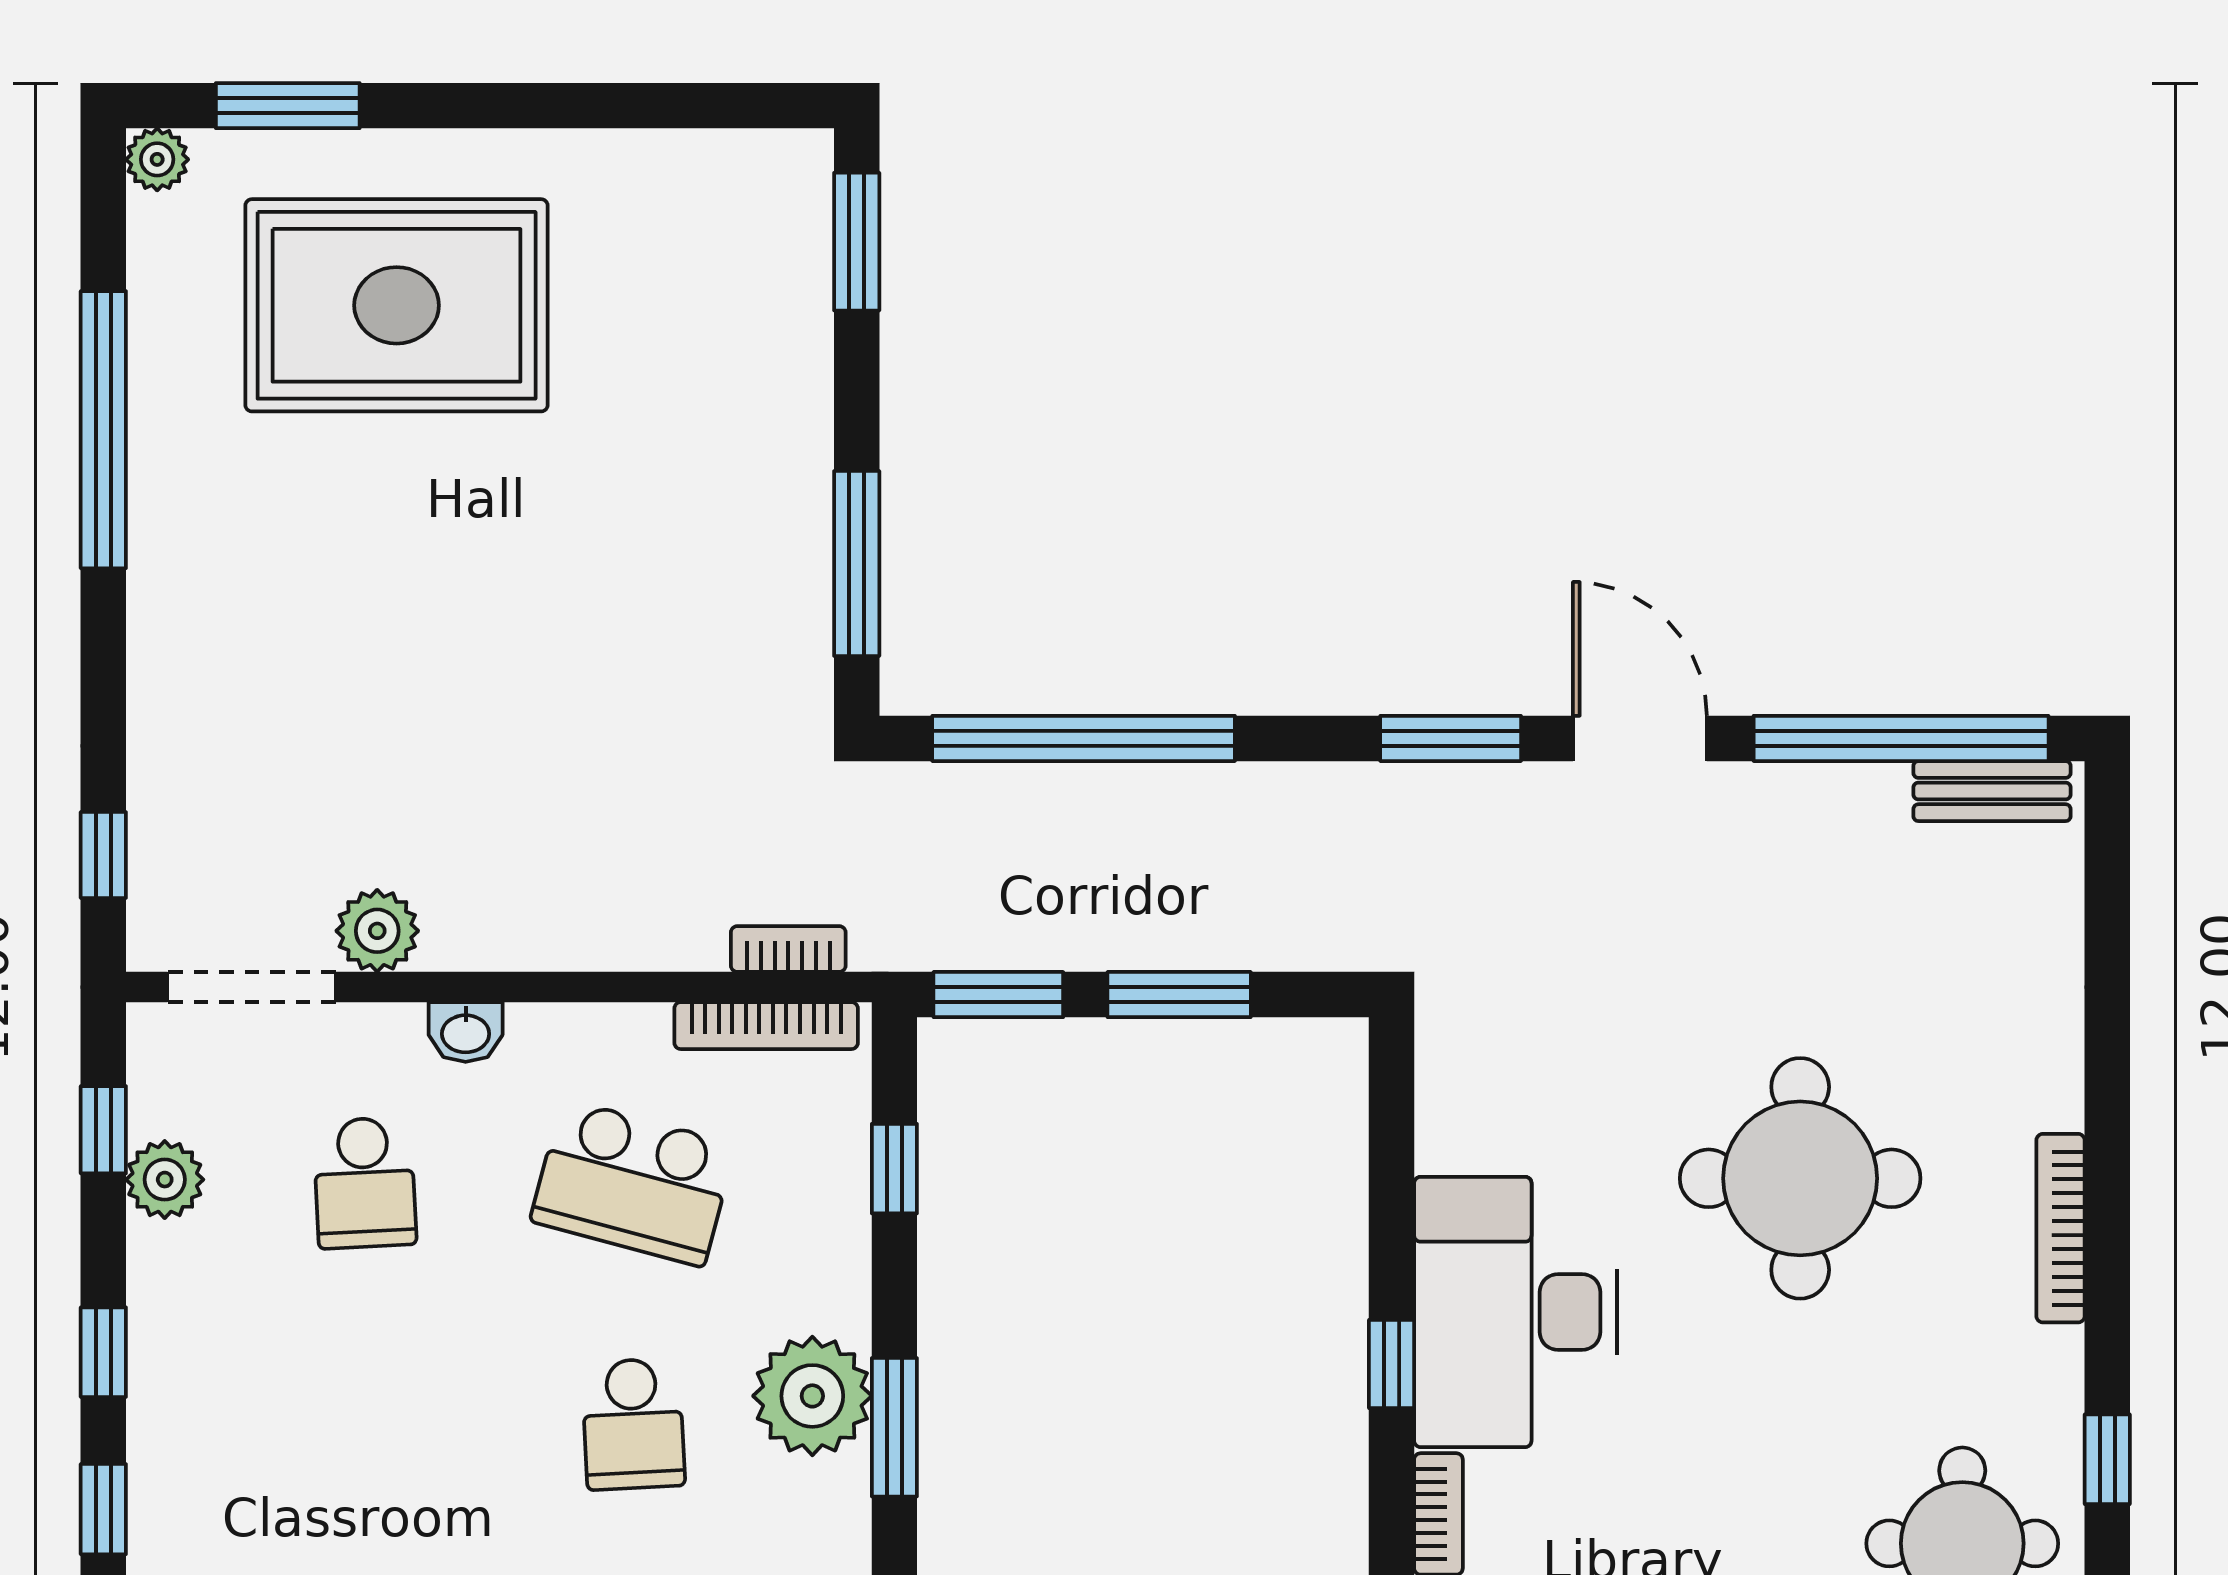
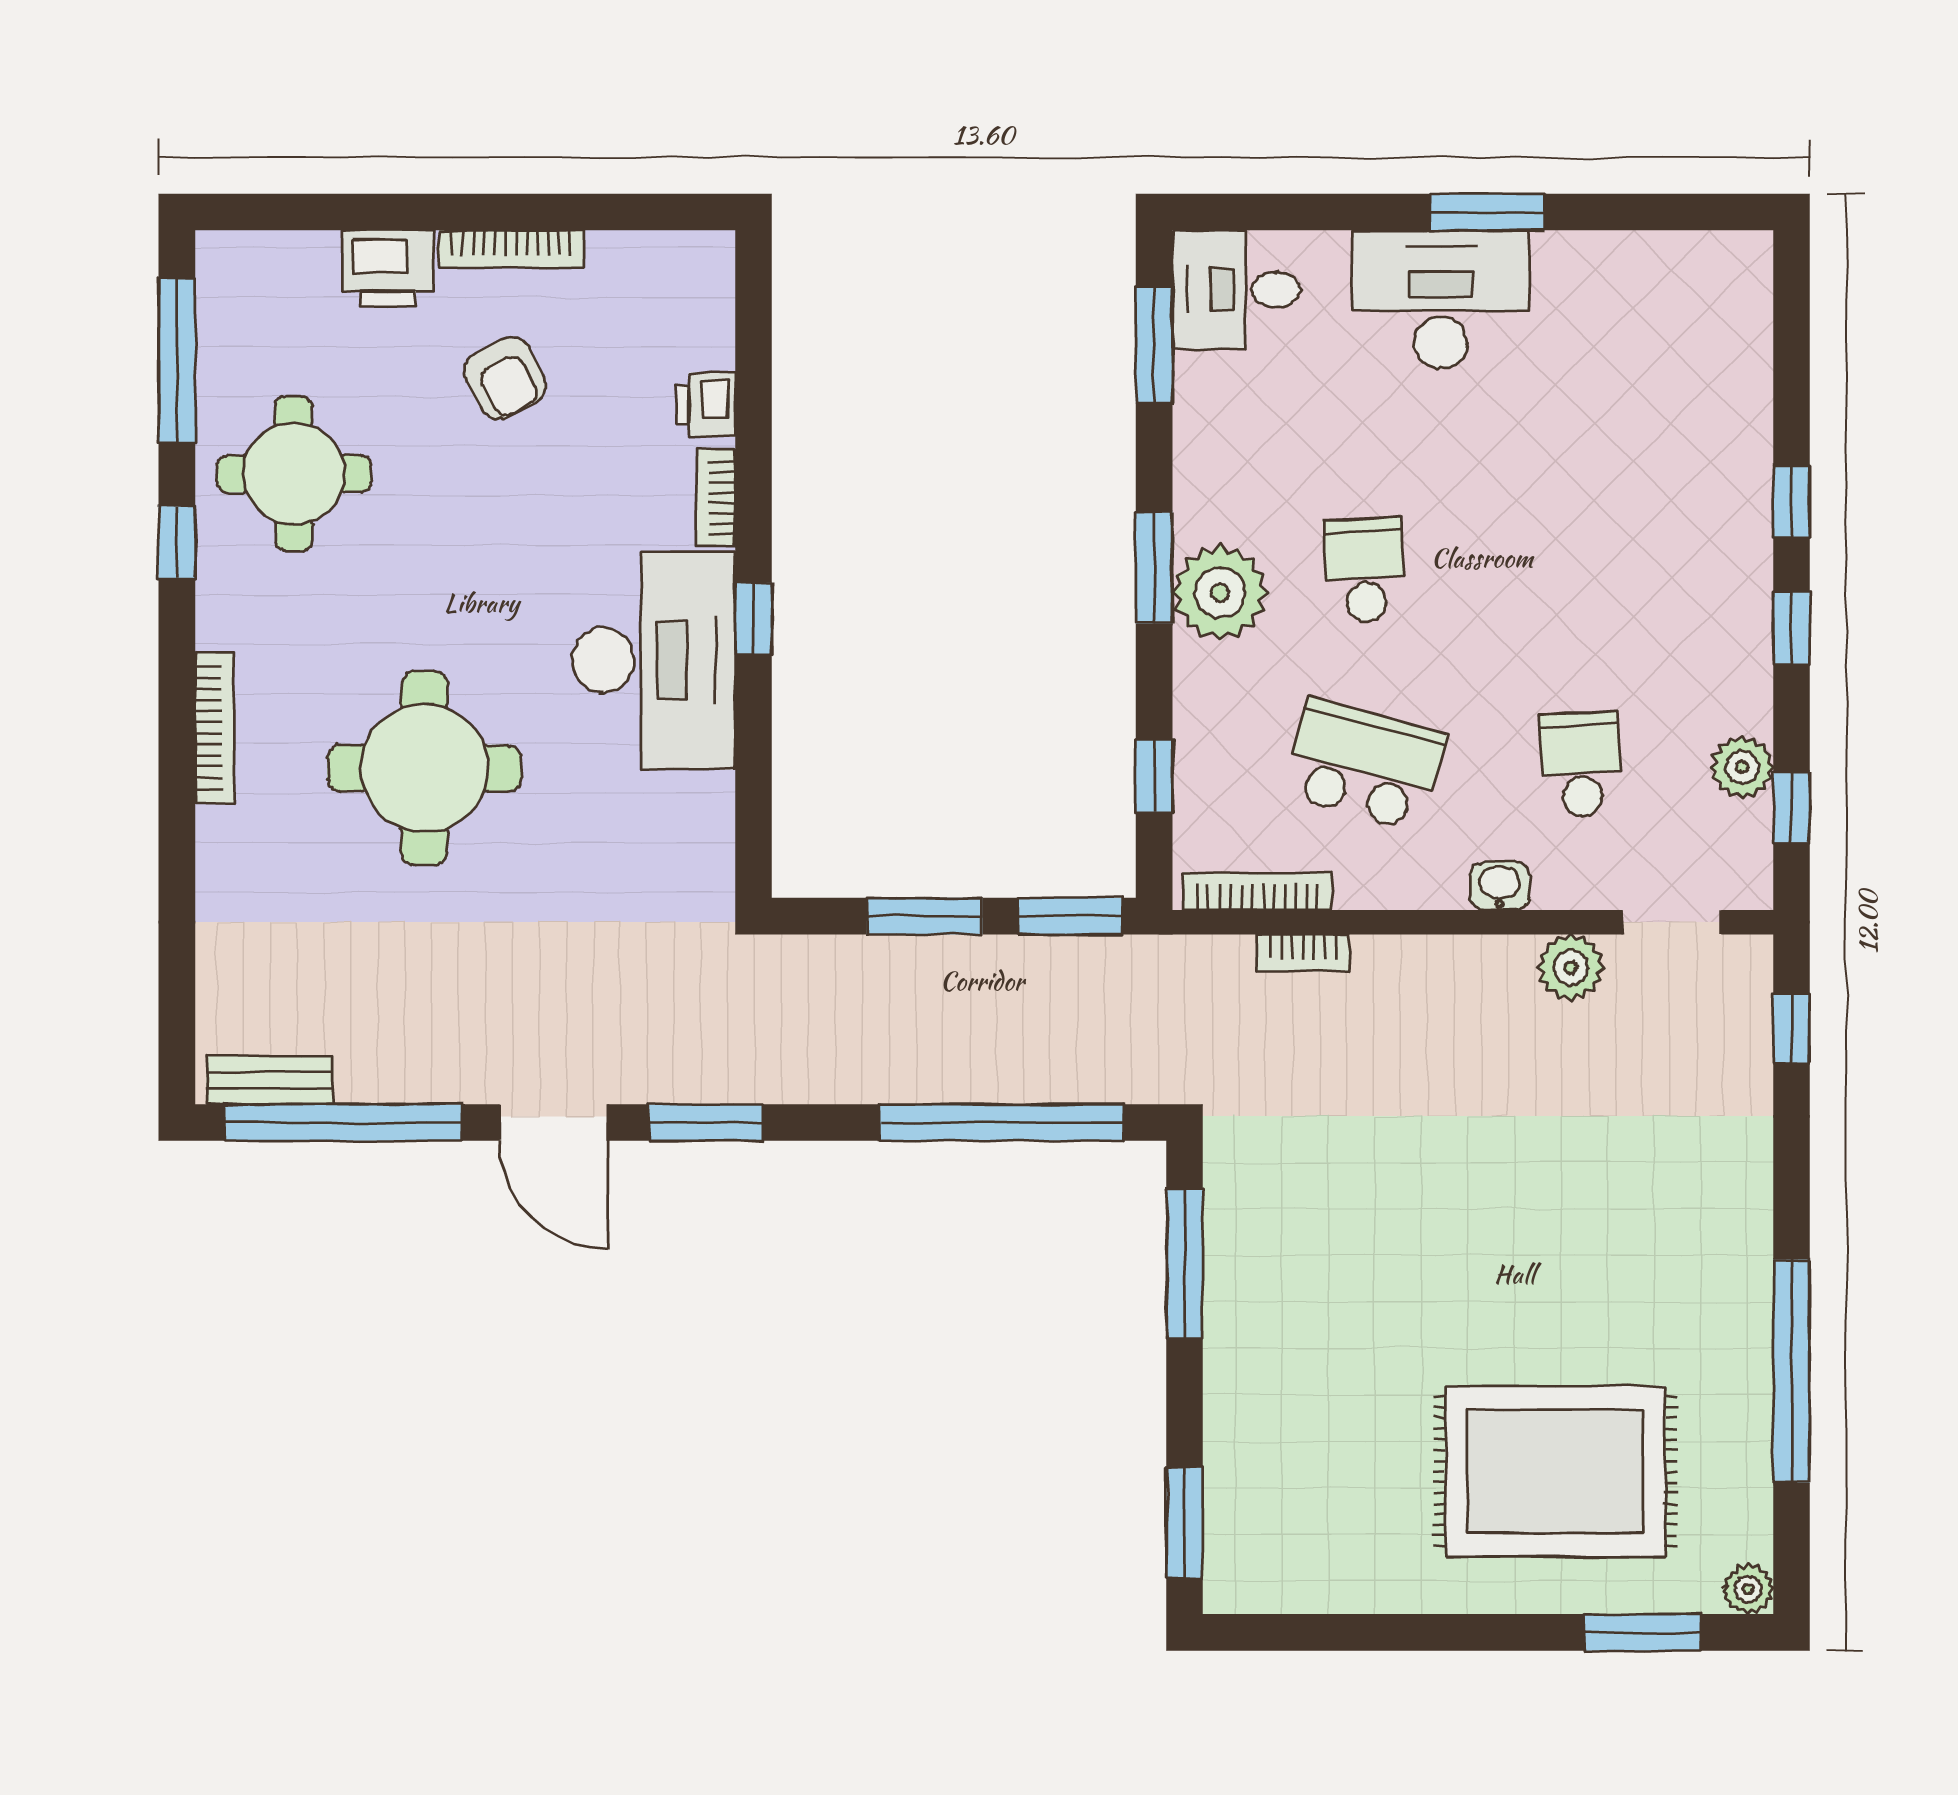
bookcase: (788, 949) -> (1303, 953), moved
doorway: (252, 987) -> (1672, 922), width x0.73

